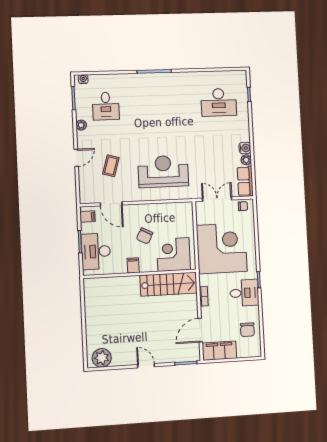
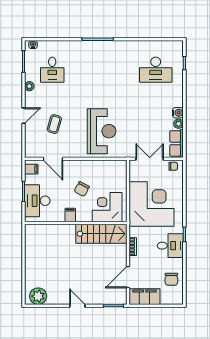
reception desk: (163, 171) -> (102, 131), turned 90

